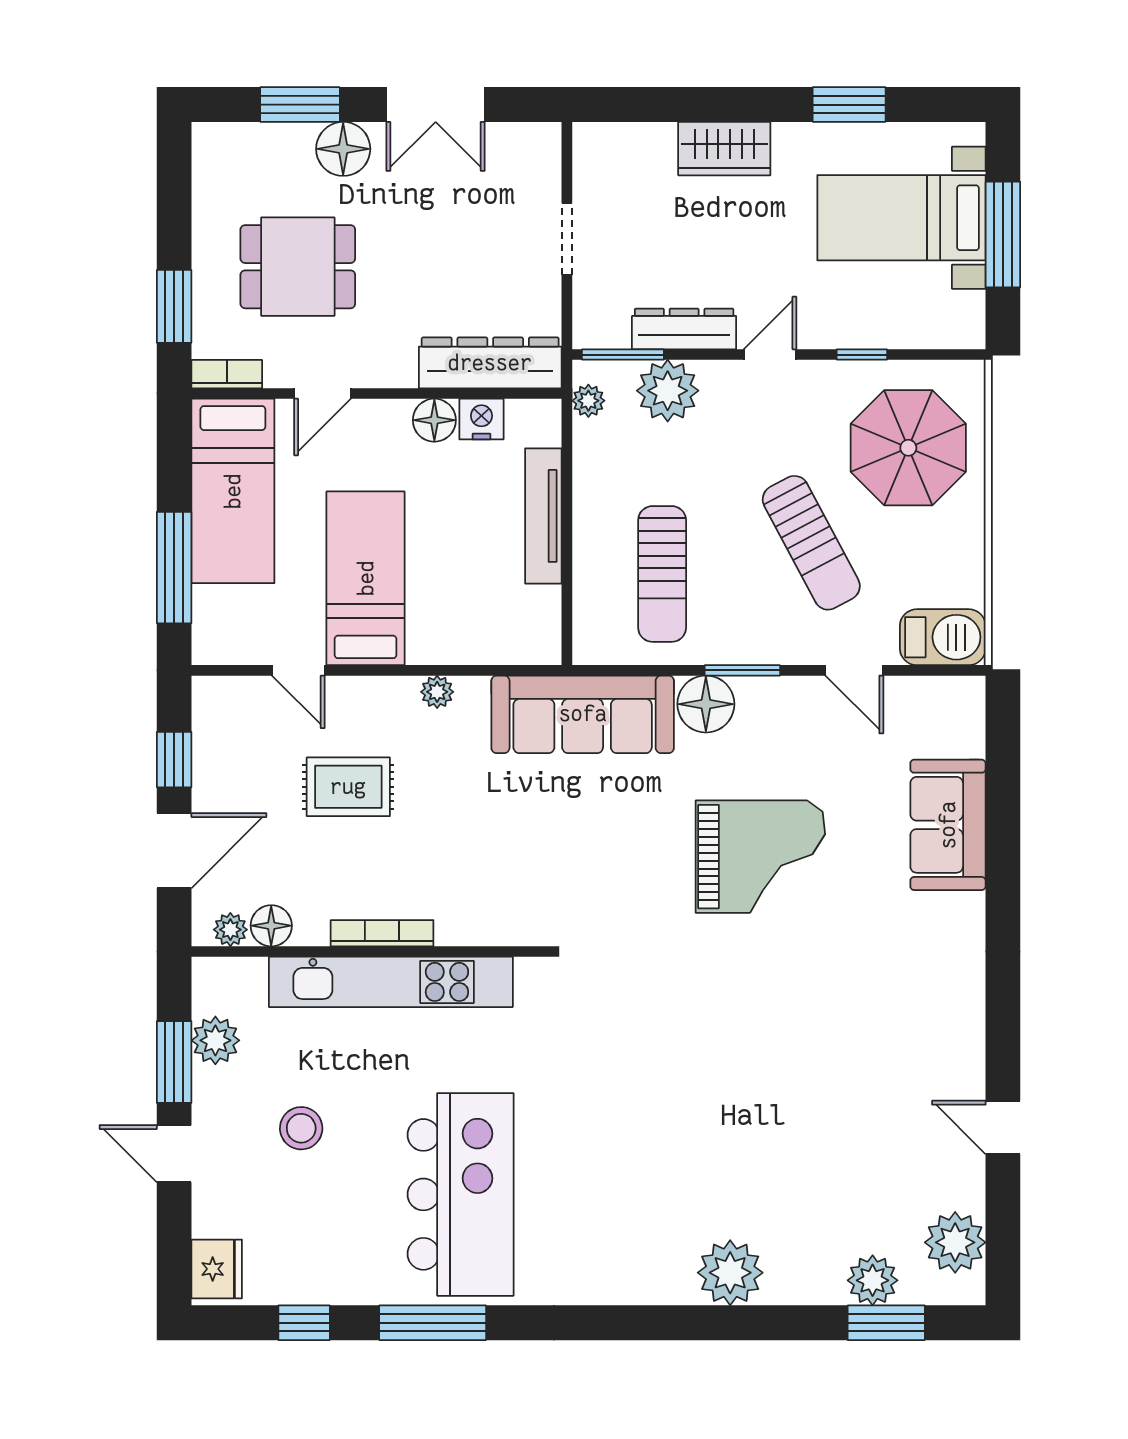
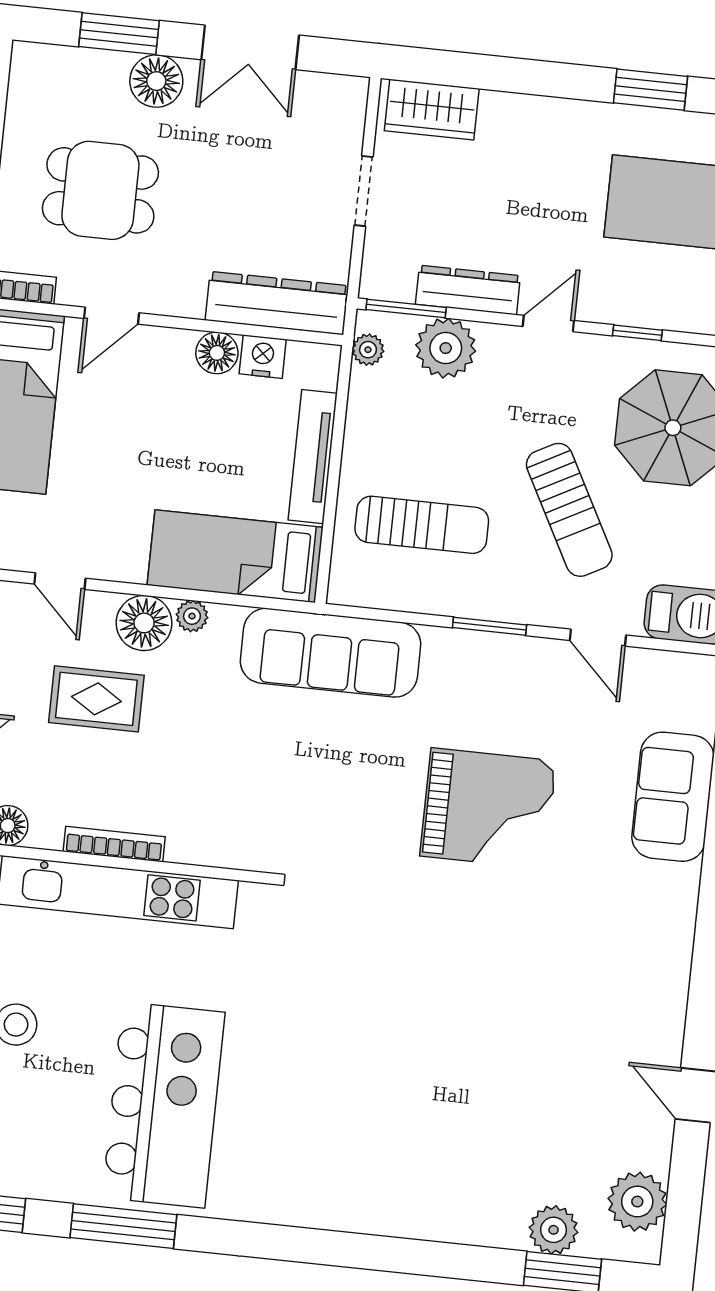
wardrobe: (724, 149) -> (432, 110), moved
sun lounger: (662, 574) -> (422, 525), turned -90
bed: (366, 578) -> (235, 556), moved, turned -90
floor lamp: (706, 704) -> (144, 623), moved
plant: (730, 1273) -> (417, 1208), removed

